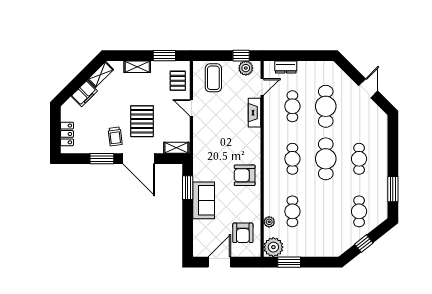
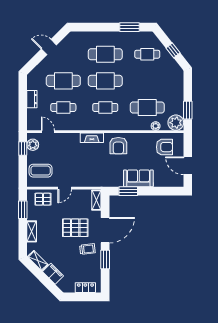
dresser: (286, 67) -> (32, 99), moved
fireplace: (254, 113) -> (92, 138), moved
cafe table: (359, 159) -> (105, 54), width x1.37, depth x1.35
cafe table: (292, 211) -> (147, 107), width x1.37, depth x1.35

